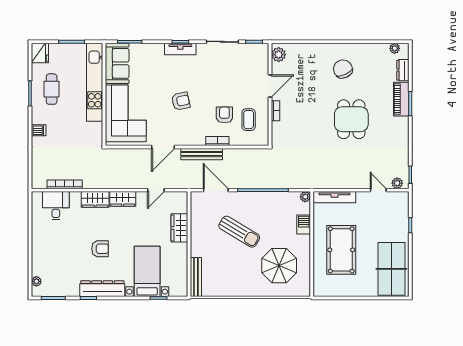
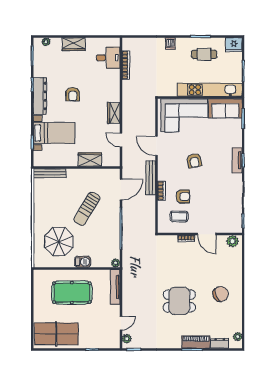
wardrobe: (95, 199) -> (74, 44), moved, turned -90
barbecue: (304, 224) -> (83, 262), moved

